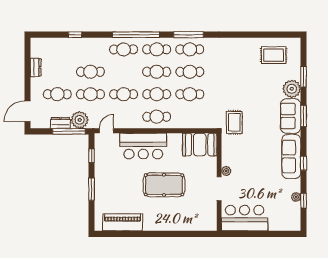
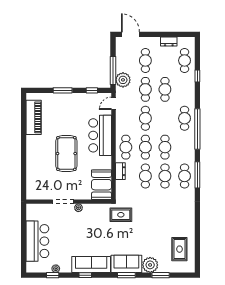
cafe table: (157, 49) -> (185, 60), moved
dresser: (60, 123) -> (120, 171), moved
door: (106, 131) -> (114, 103), swing flipped
bar counter: (245, 218) -> (37, 241), moved

